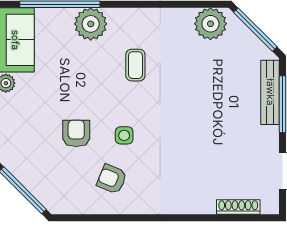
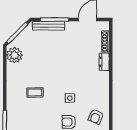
plant: (91, 24) -> (14, 115), removed
armchair: (112, 179) -> (96, 117), moved
dresser: (197, 204) -> (104, 62), added

